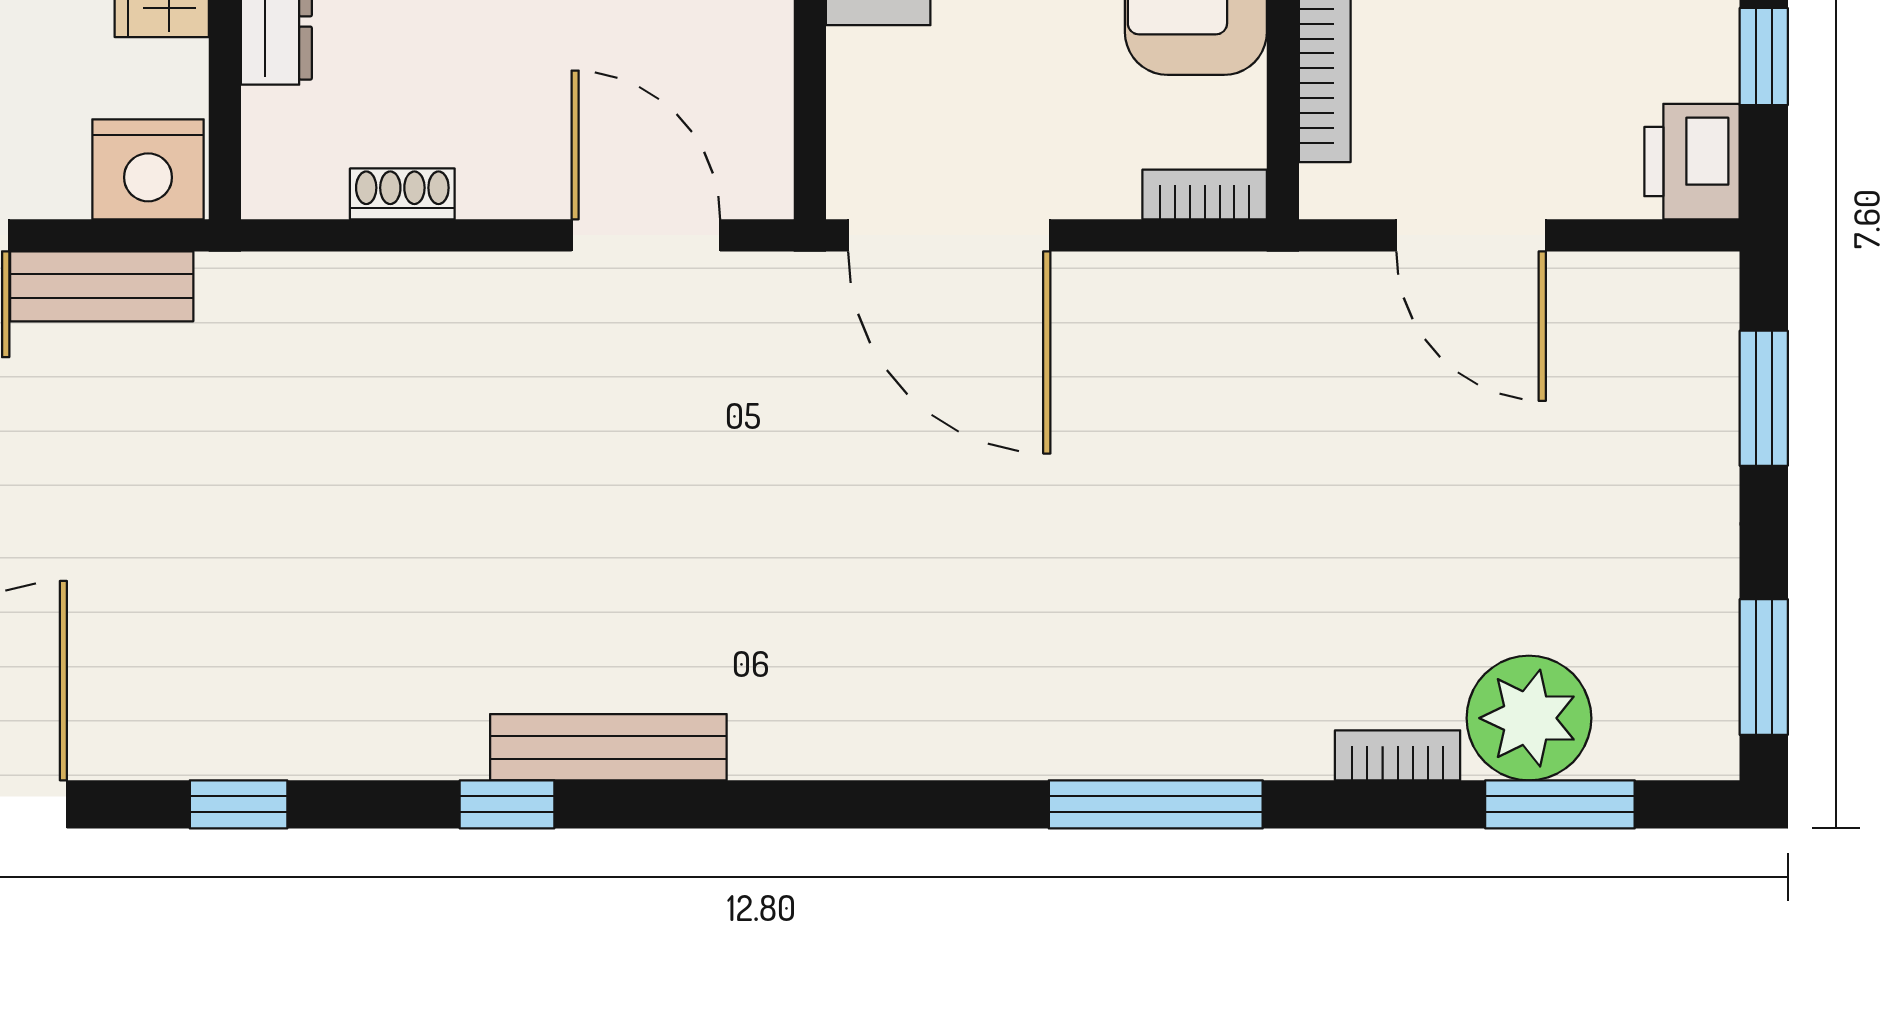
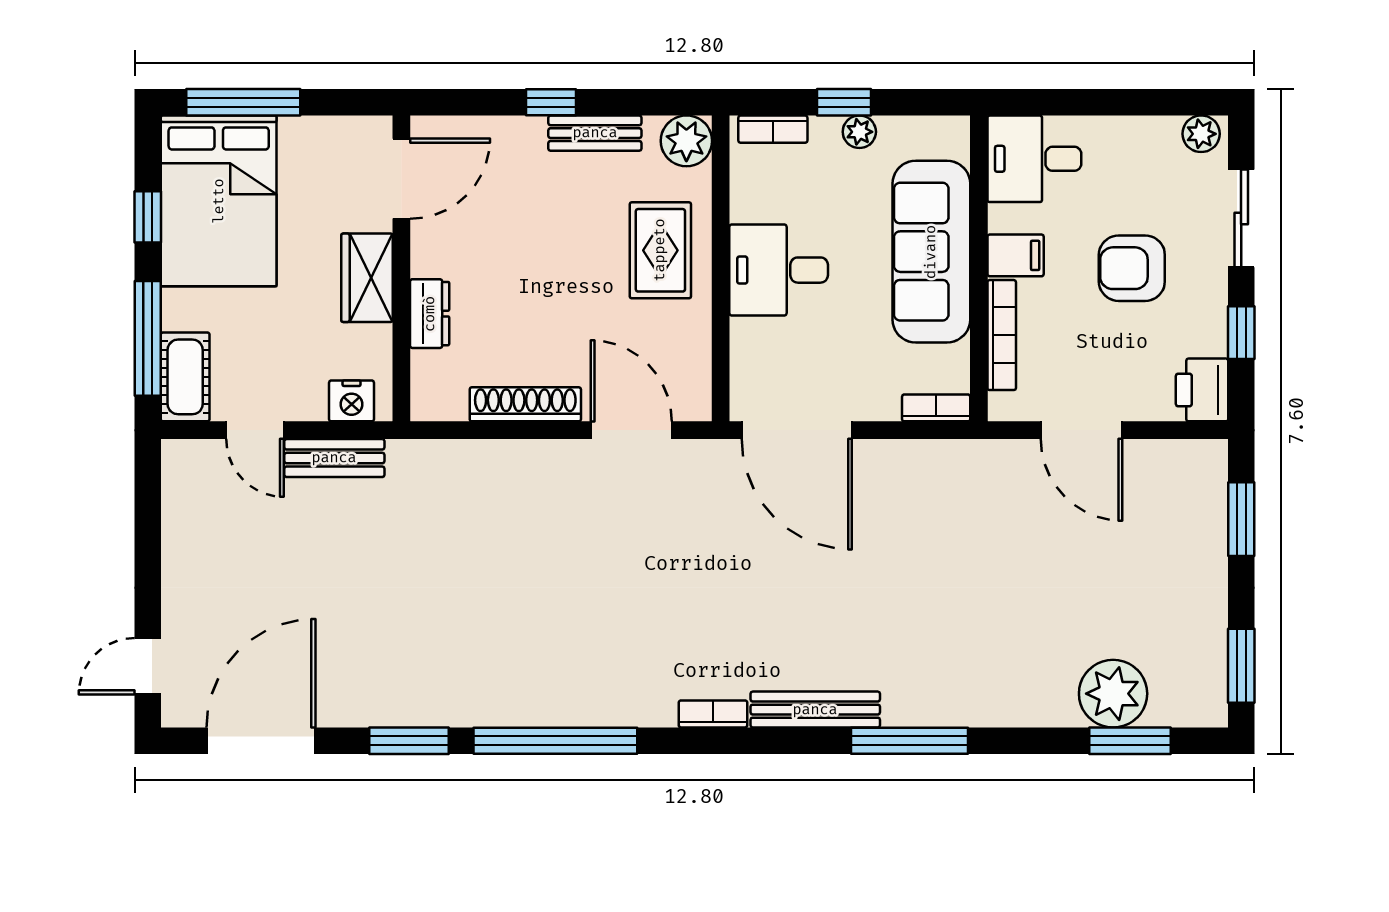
nightstand: (148, 169) -> (352, 401), width x0.74, depth x0.75
shoe rack: (402, 194) -> (525, 404), width x1.94, depth x1.24
bench: (608, 747) -> (815, 710), moved
bookcase: (1398, 755) -> (713, 714), moved
window: (239, 804) -> (409, 741), width x1.50
window: (507, 804) -> (555, 741), width x3.17

